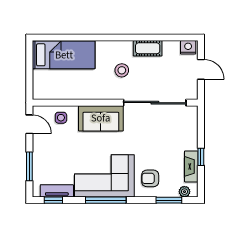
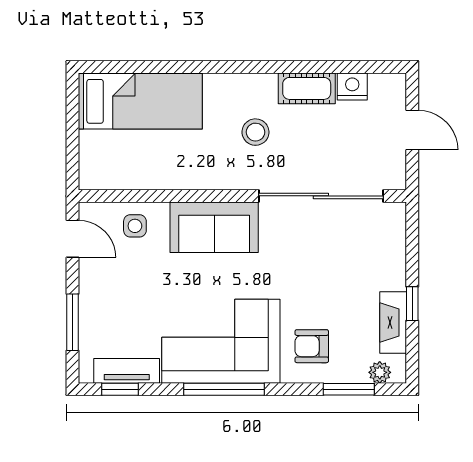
nightstand: (188, 47) -> (352, 87), moved

